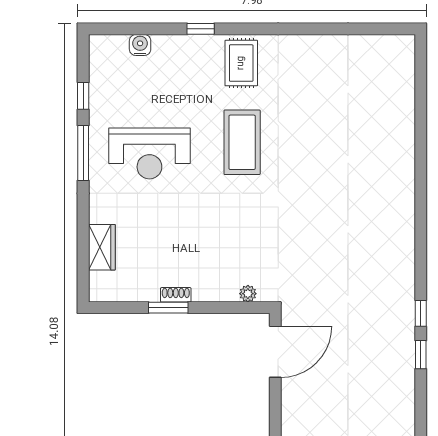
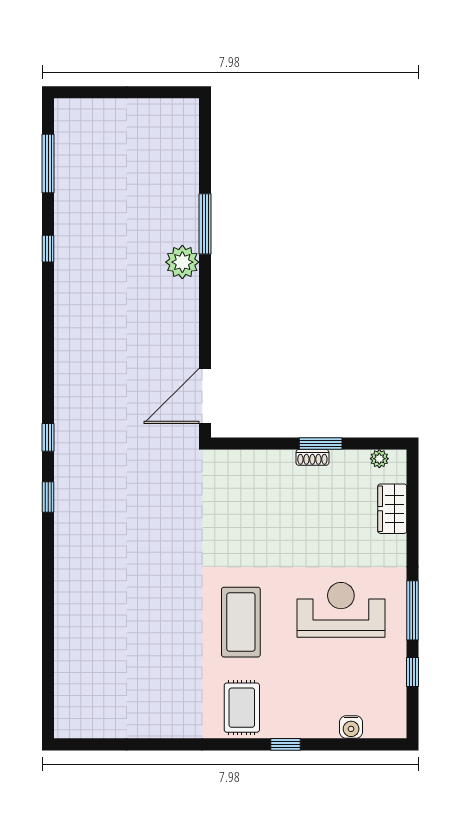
plant: (248, 294) -> (379, 459), moved
window: (421, 355) -> (48, 497), moved

